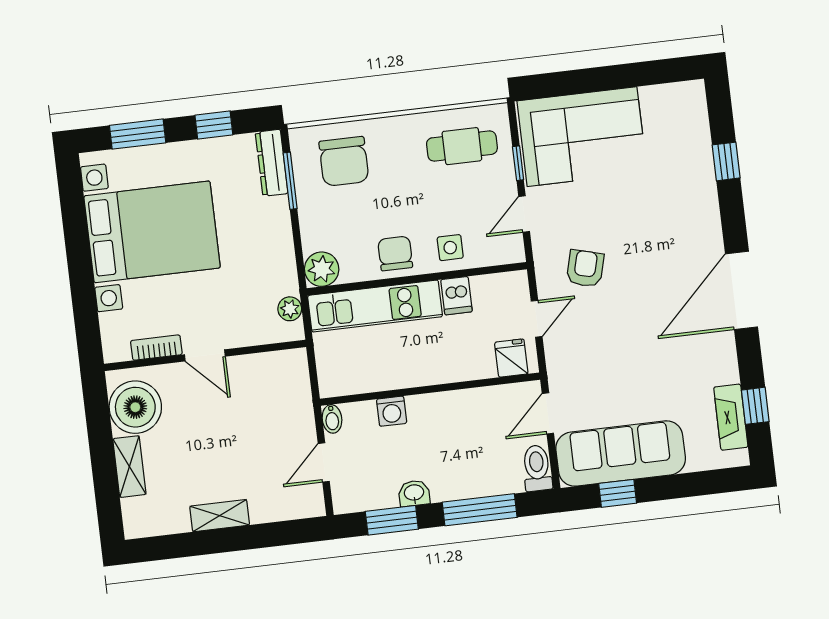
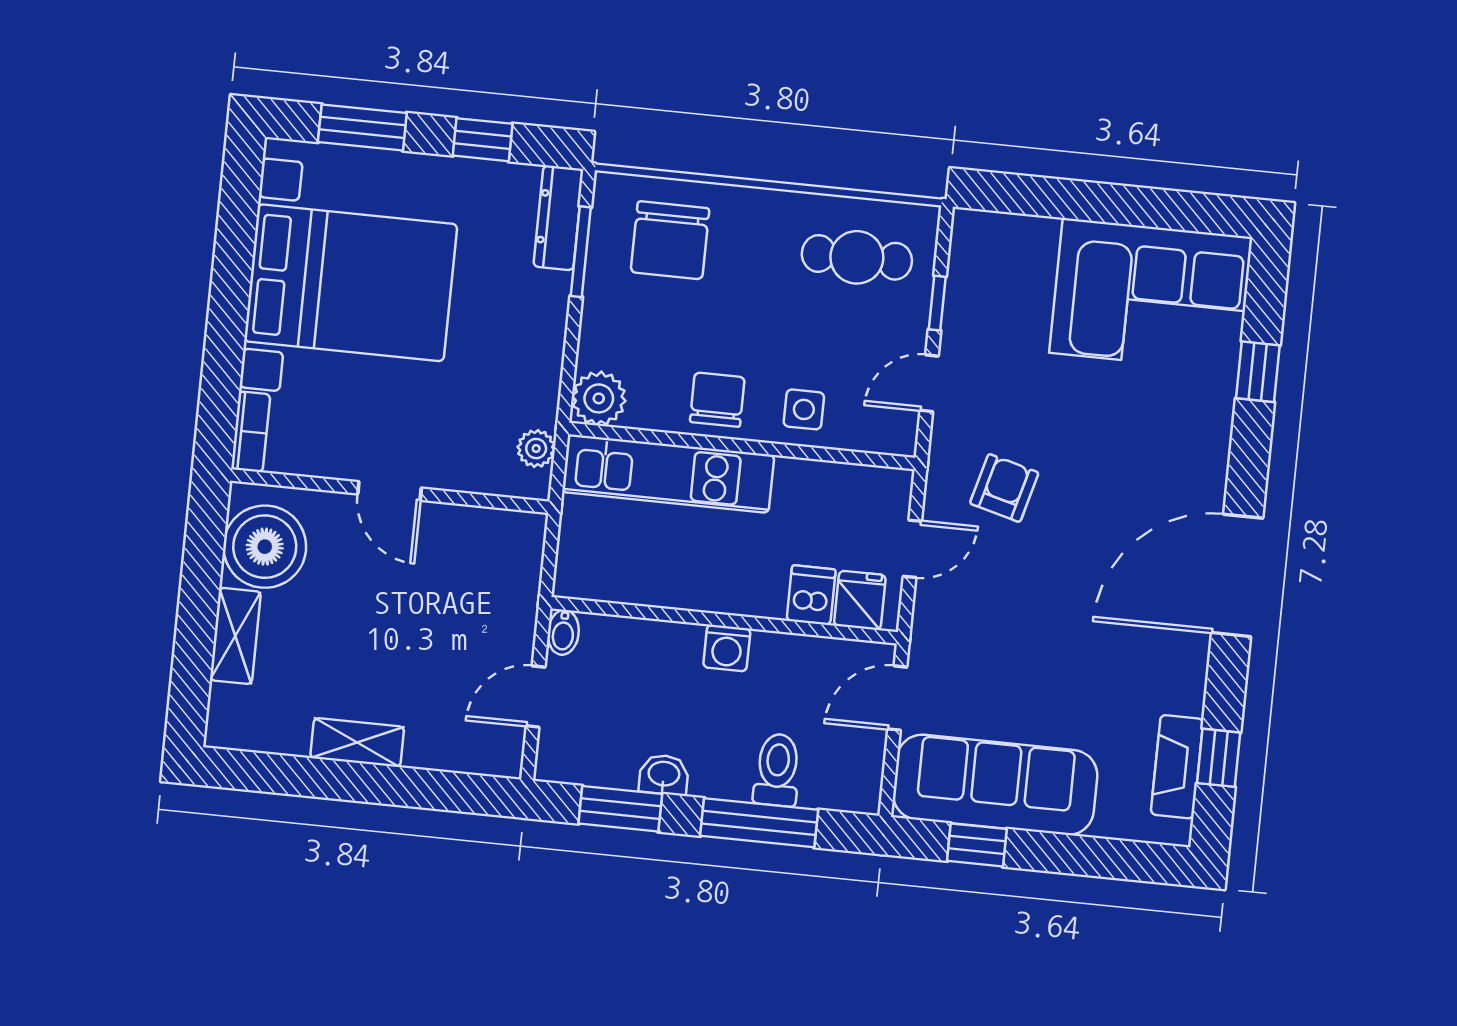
corner sofa: (582, 137) -> (1151, 295), moved
dishwasher: (456, 296) -> (811, 595), moved, turned 180
bookcase: (156, 348) -> (251, 432), moved, turned 90
washing machine: (392, 411) -> (727, 648), moved
toilet: (537, 468) -> (777, 770), moved

